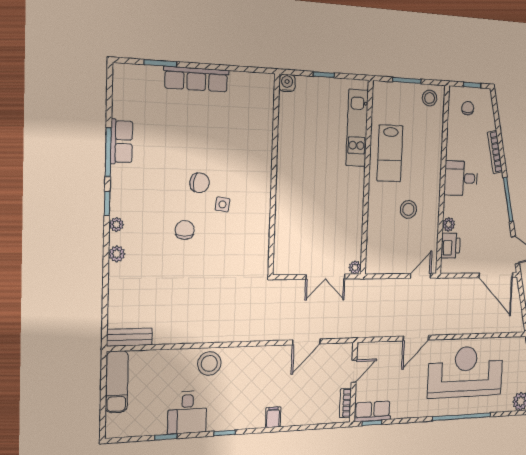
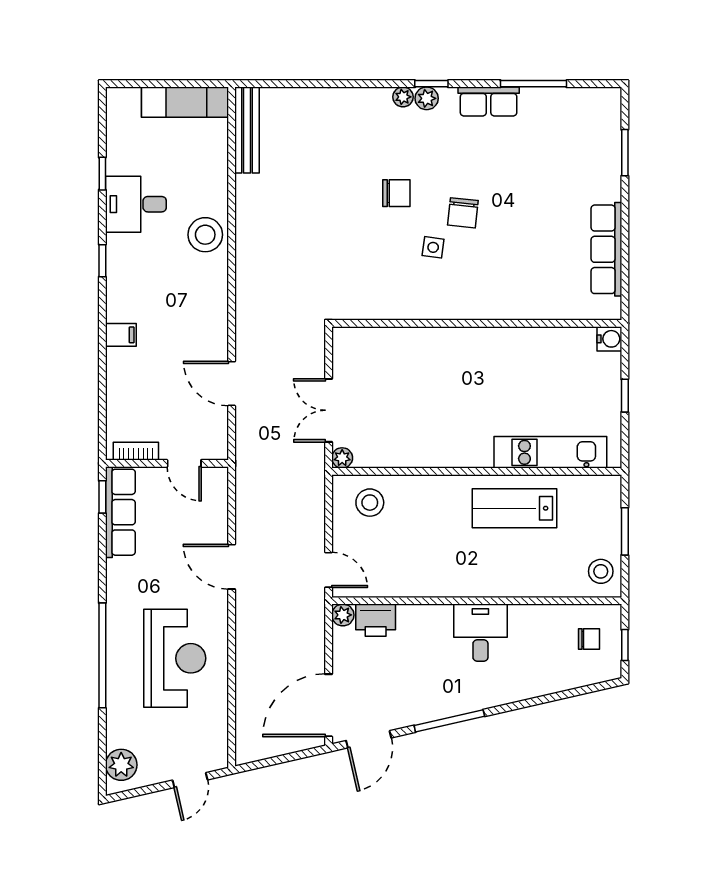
row of seats: (196, 79) -> (606, 249), moved
row of seats: (121, 142) -> (489, 101), moved
window: (108, 152) -> (533, 84), moved
bookcase: (495, 152) -> (523, 692), removed
stool: (408, 209) -> (370, 503), moved
plant: (449, 224) -> (343, 615), moved
plant: (117, 254) -> (427, 98), moved
bench: (130, 337) -> (247, 130), width x1.36
reception desk: (466, 372) -> (175, 658), width x0.74, depth x0.77
row of seats: (373, 411) -> (120, 512), width x1.48

